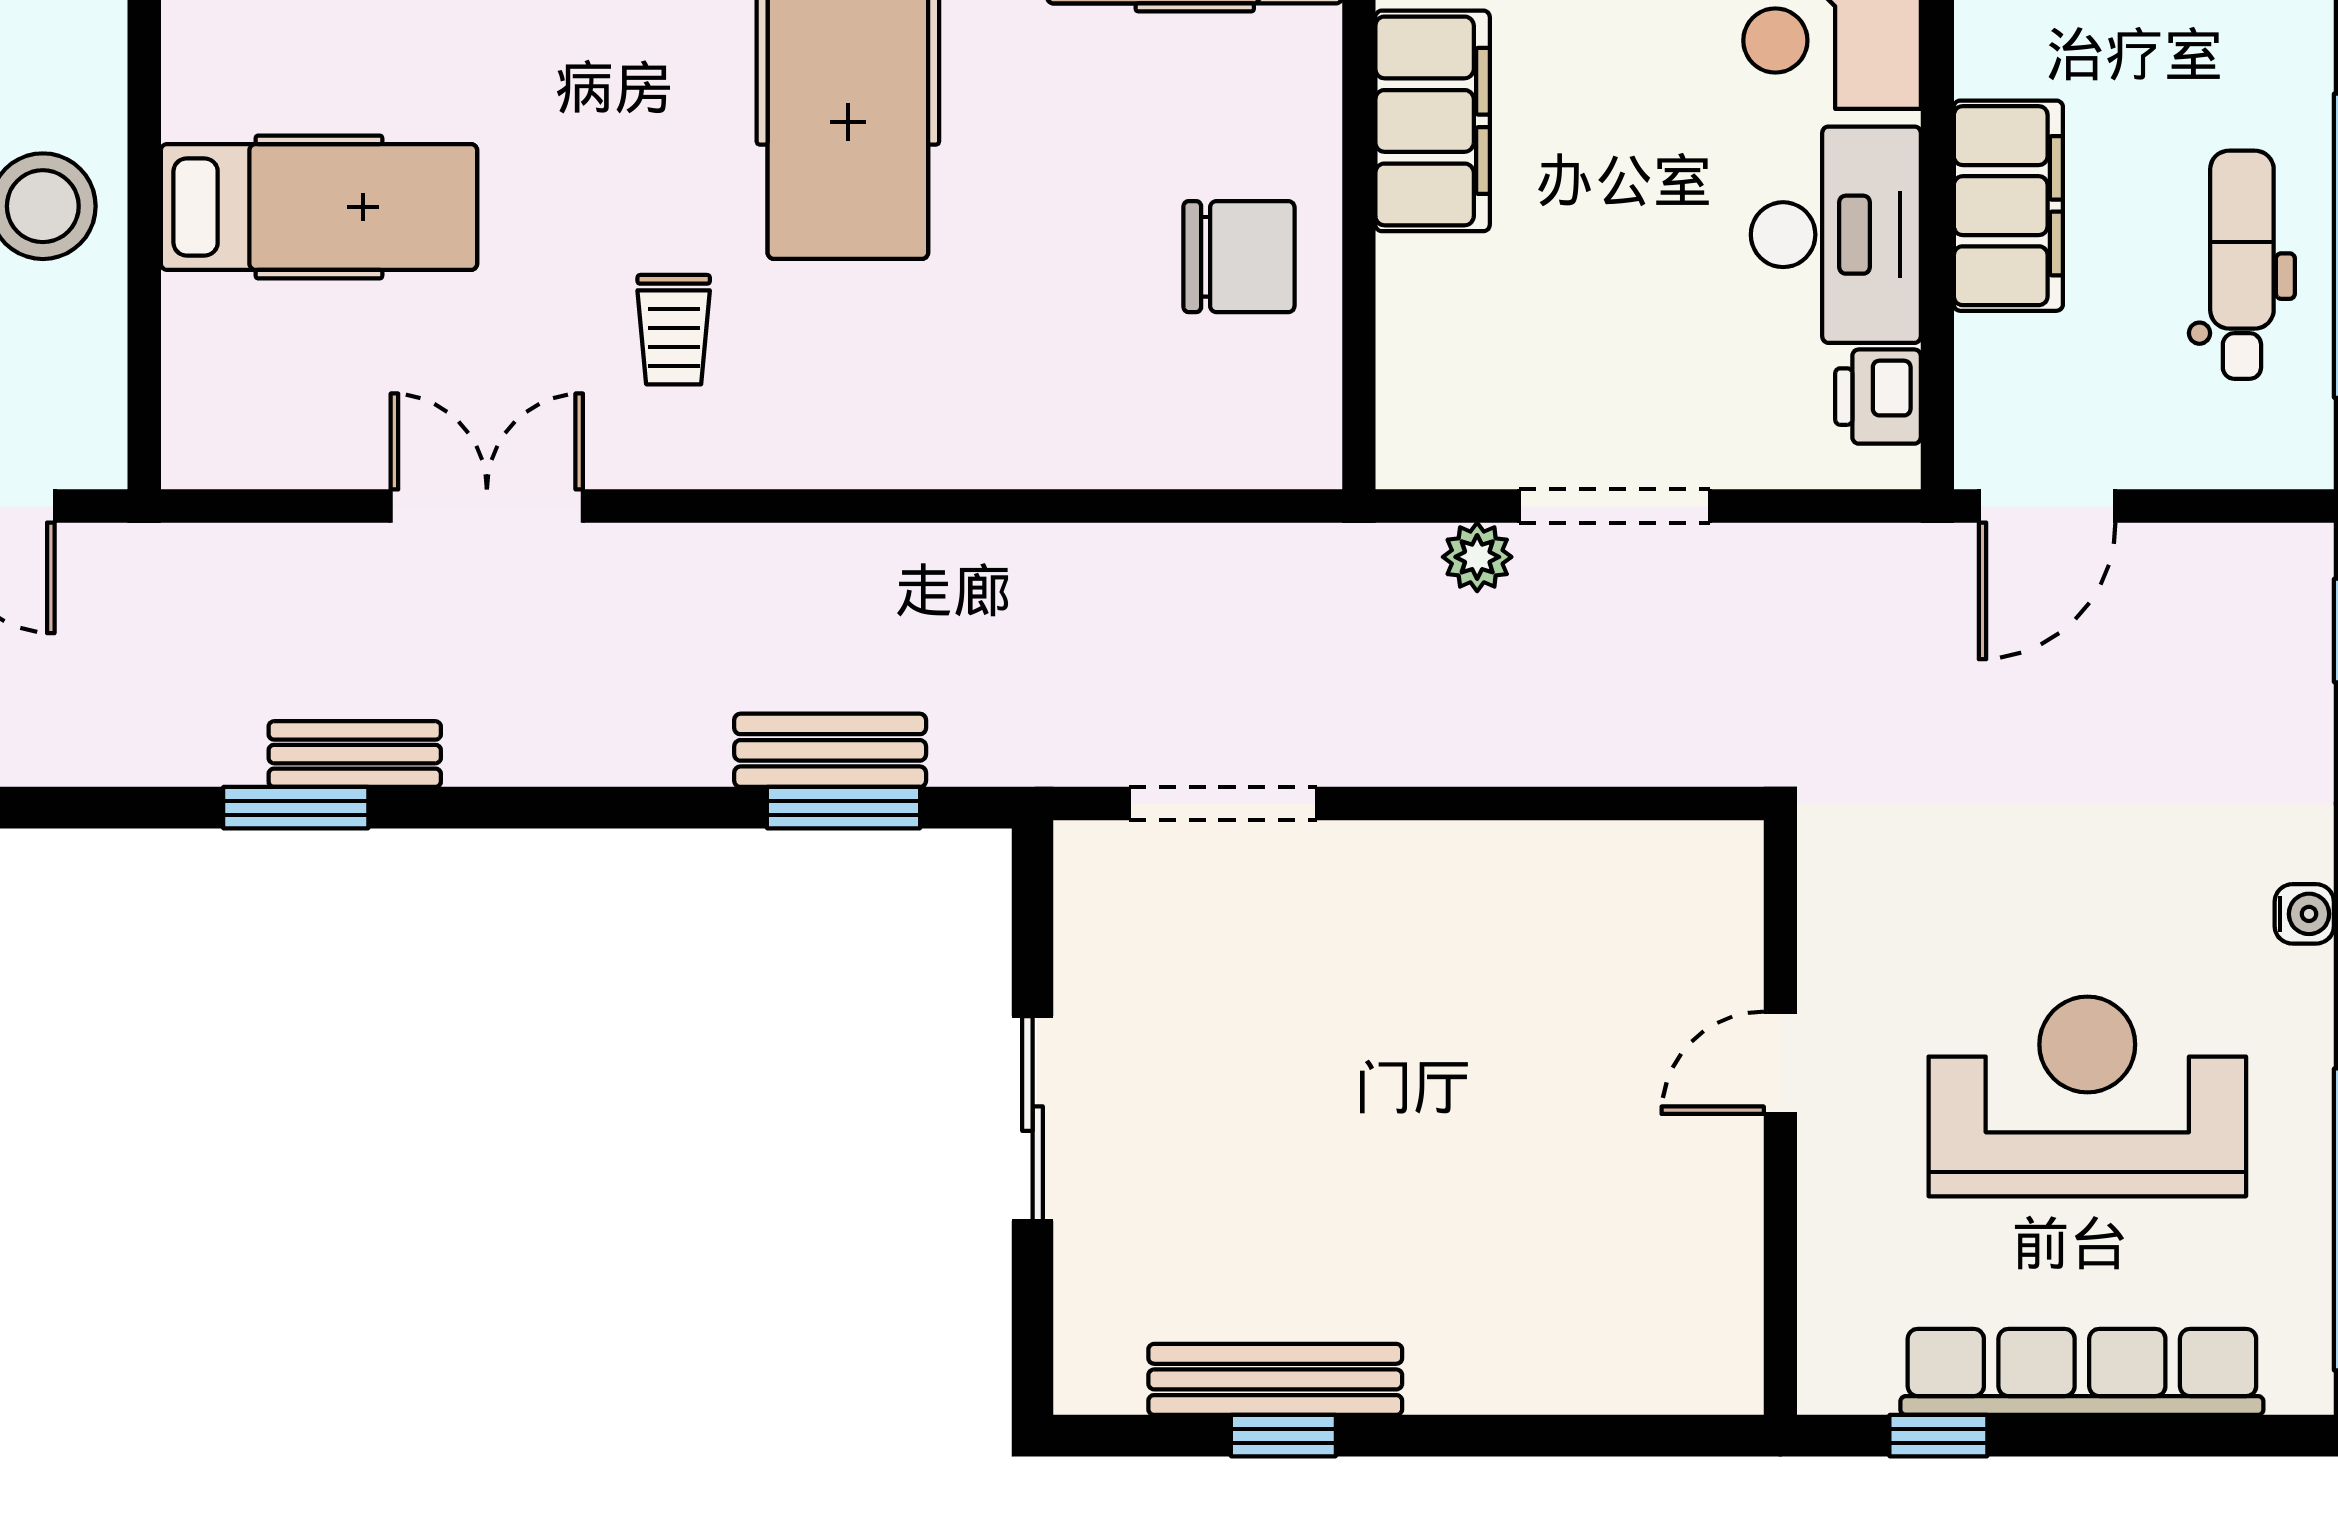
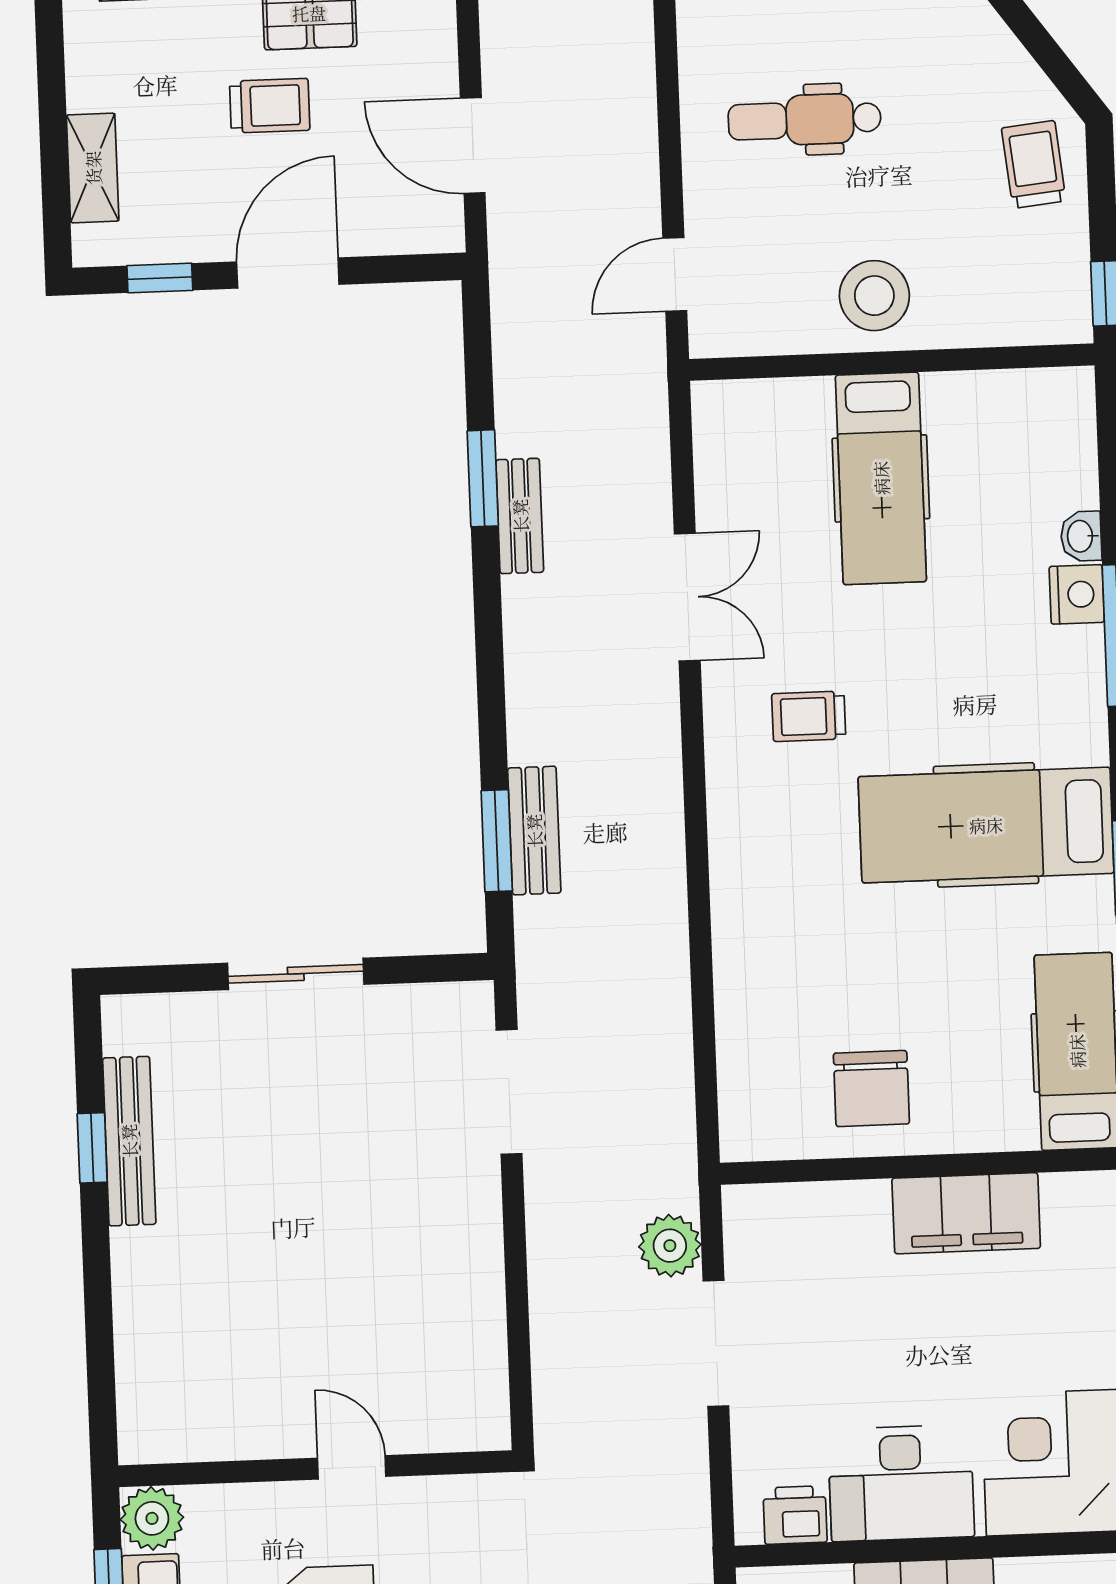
plant: (1477, 557) -> (670, 1246), width x1.38, depth x1.38
plant: (1846, 1367) -> (152, 1518), added

